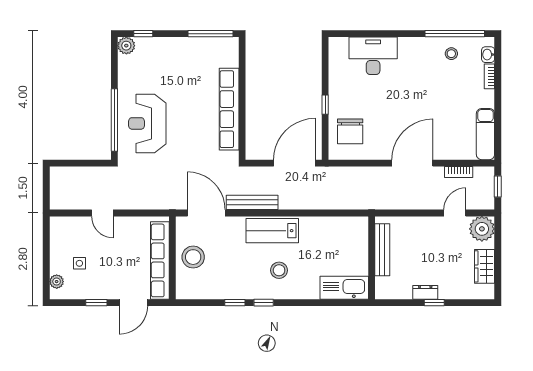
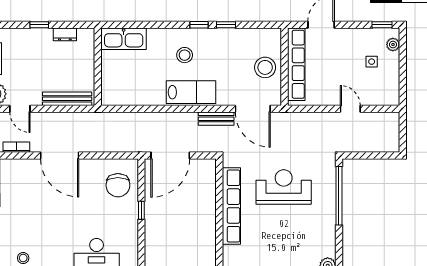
reception desk: (147, 123) -> (284, 187), moved, turned -90
chair: (350, 131) -> (118, 185), turned 180
door: (412, 163) -> (60, 155), hinge flipped
bench: (252, 202) -> (216, 119), width x0.73
door: (455, 213) -> (20, 109), hinge flipped
bench: (382, 250) -> (67, 99), moved, turned 90
dresser: (425, 292) -> (65, 34), moved
window: (96, 303) -> (382, 25), moved

